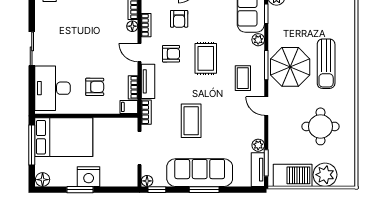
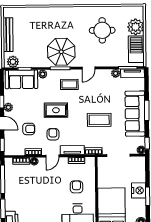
sun lounger: (326, 64) -> (59, 27), removed
filing cabinet: (129, 107) -> (90, 163), removed

